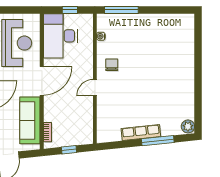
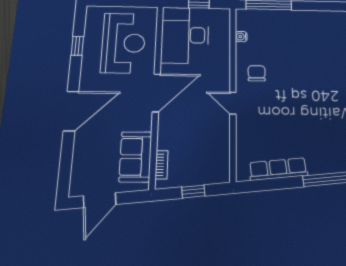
door: (95, 88) -> (233, 103), hinge flipped
sofa: (30, 120) -> (135, 157), width x0.73
row of seats: (141, 132) -> (278, 169), moved

